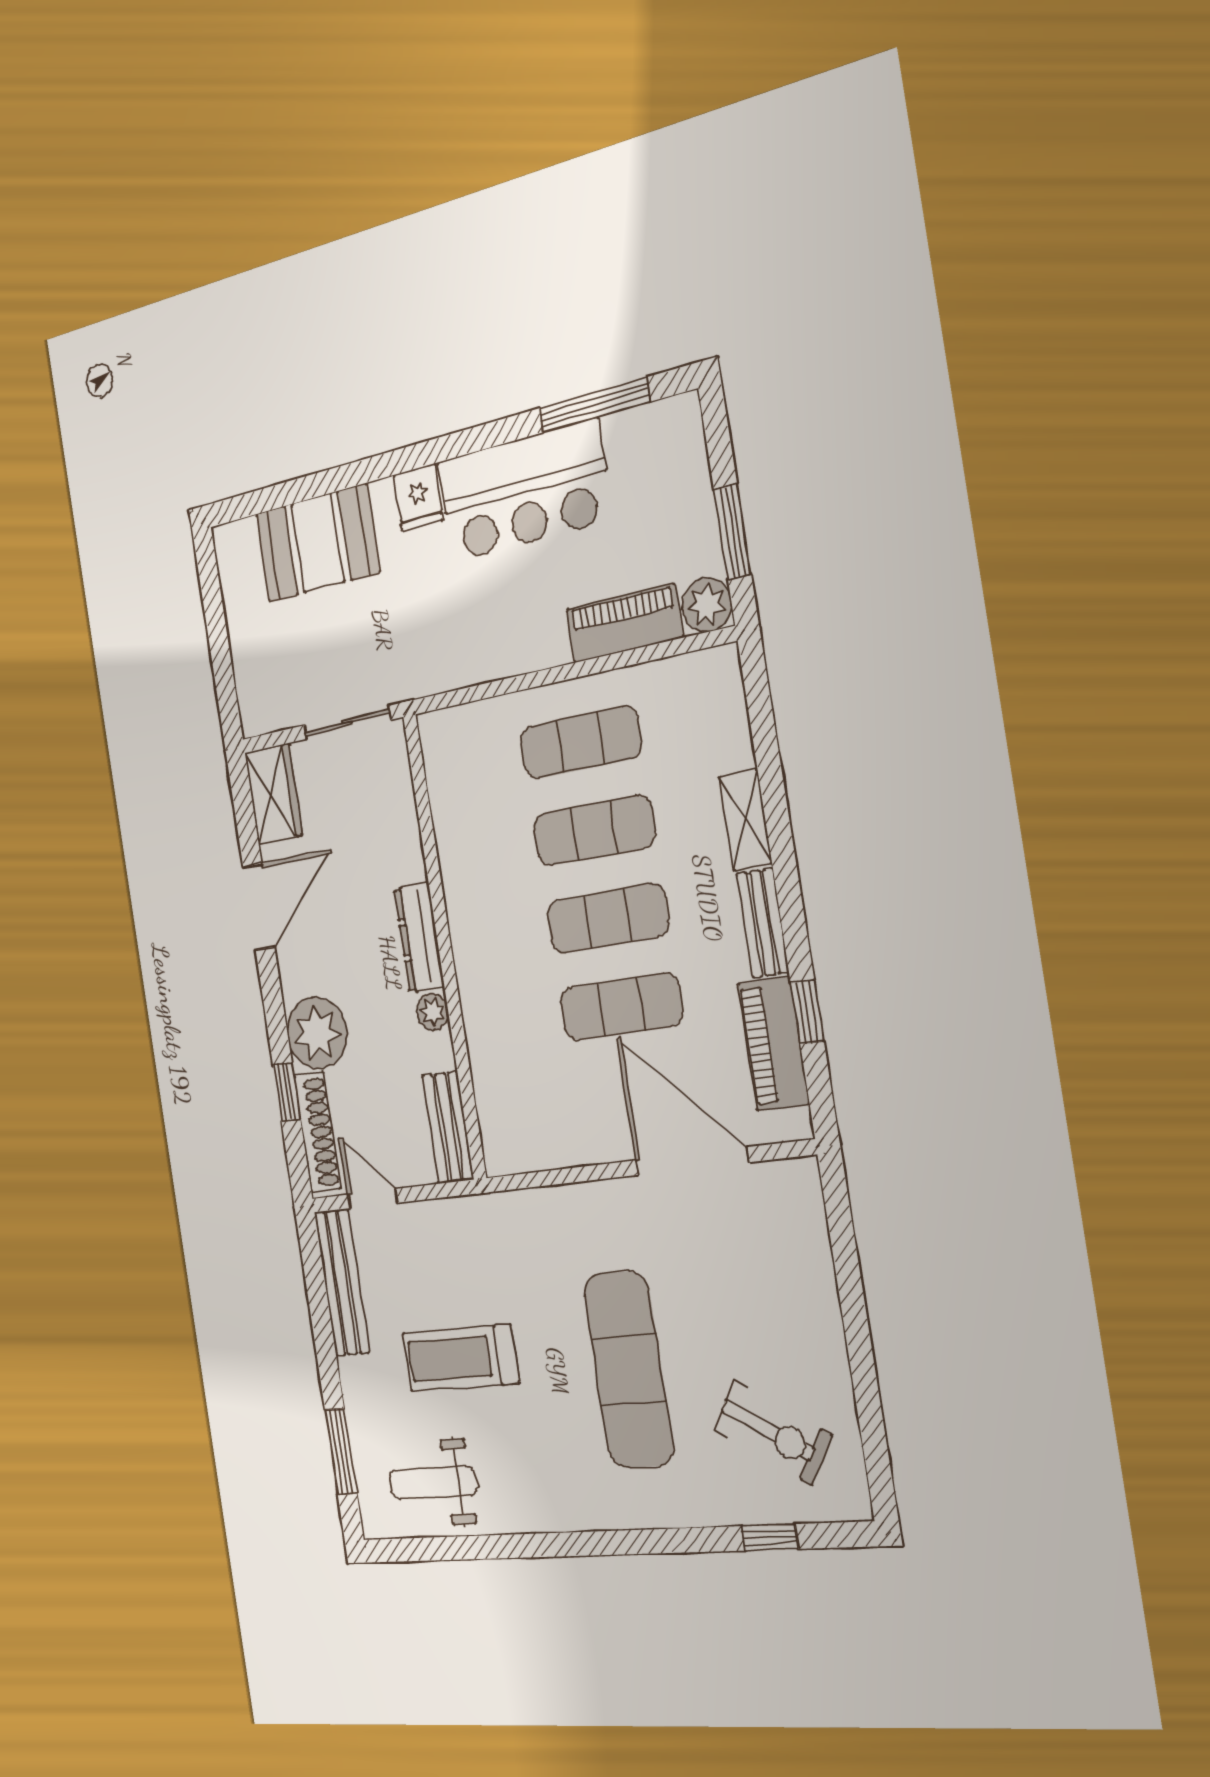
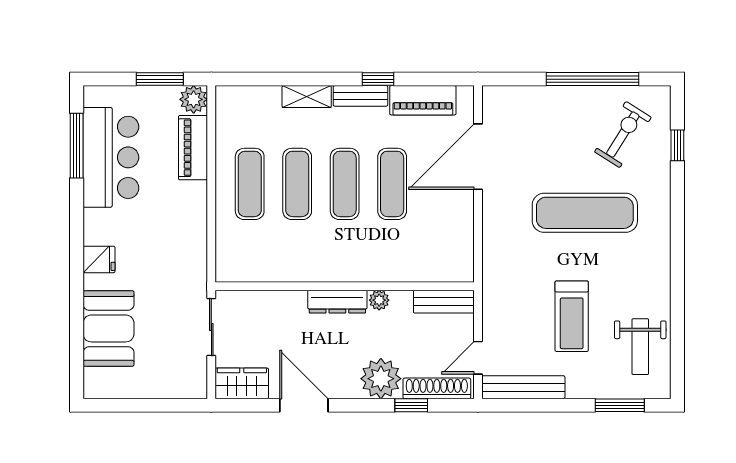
bar counter: (524, 491) -> (111, 157), moved
window: (807, 1012) -> (378, 79), moved
window: (863, 1368) -> (592, 79), added

